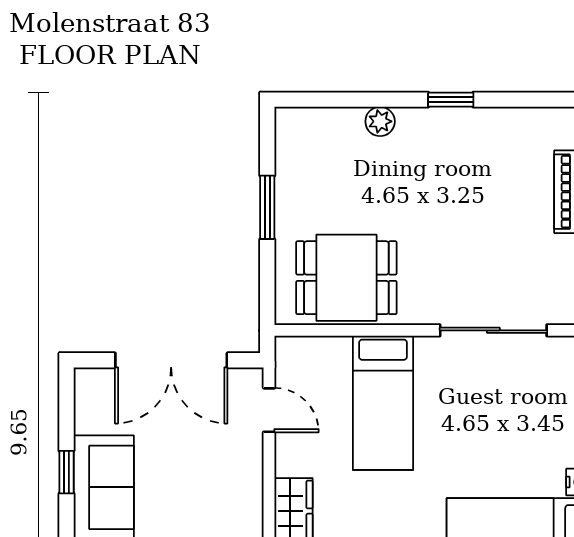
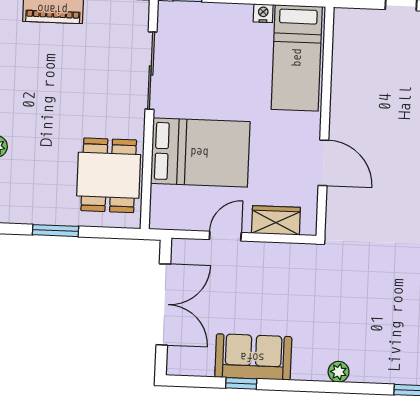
bed: (383, 403) -> (200, 152), width x1.50
door: (269, 410) -> (225, 236), moved

